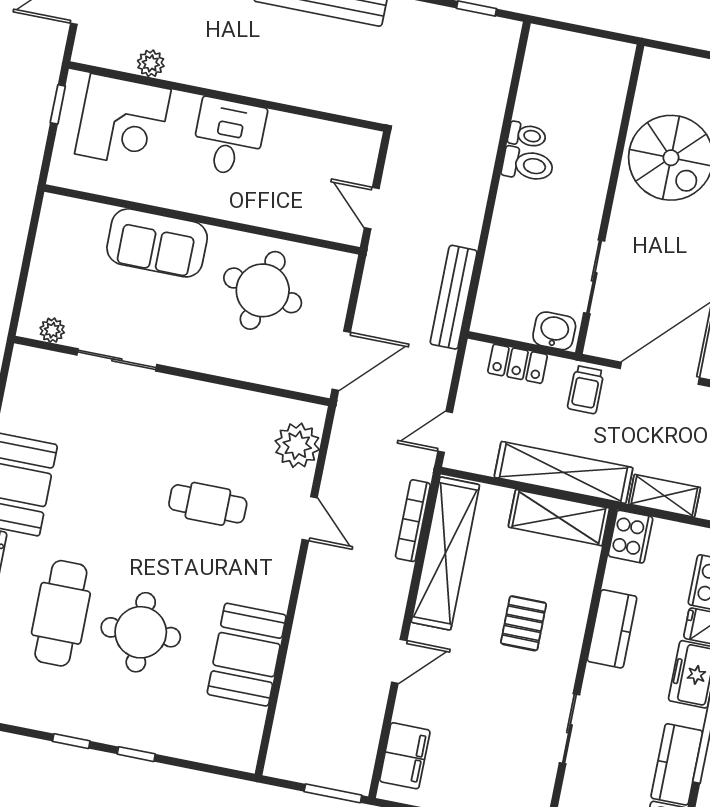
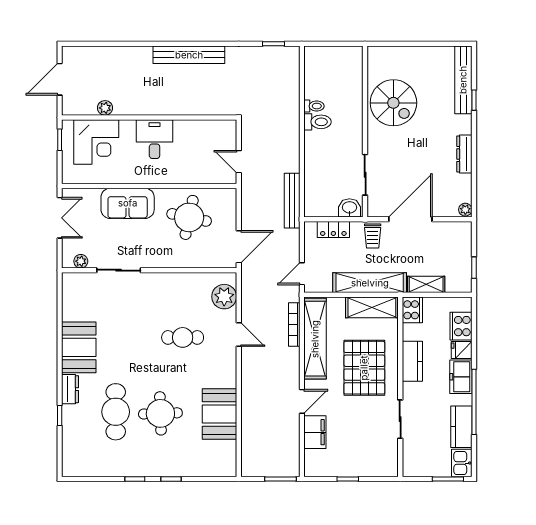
double door: (30, 245) -> (60, 218), added
pallet: (524, 623) -> (364, 368), width x2.05, depth x2.00
filing cabinet: (405, 756) -> (315, 432), moved

